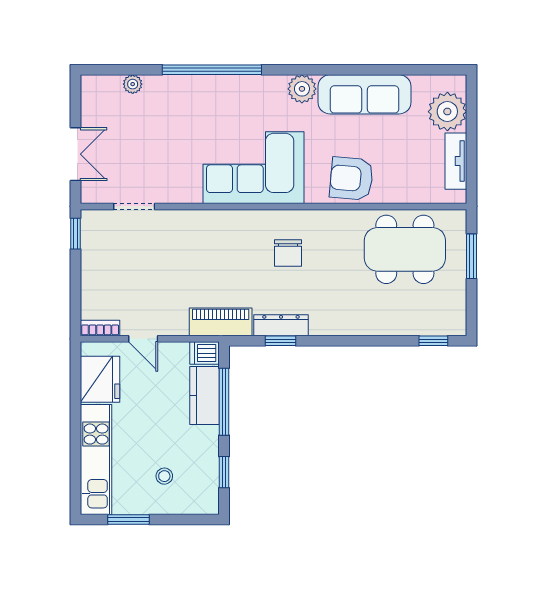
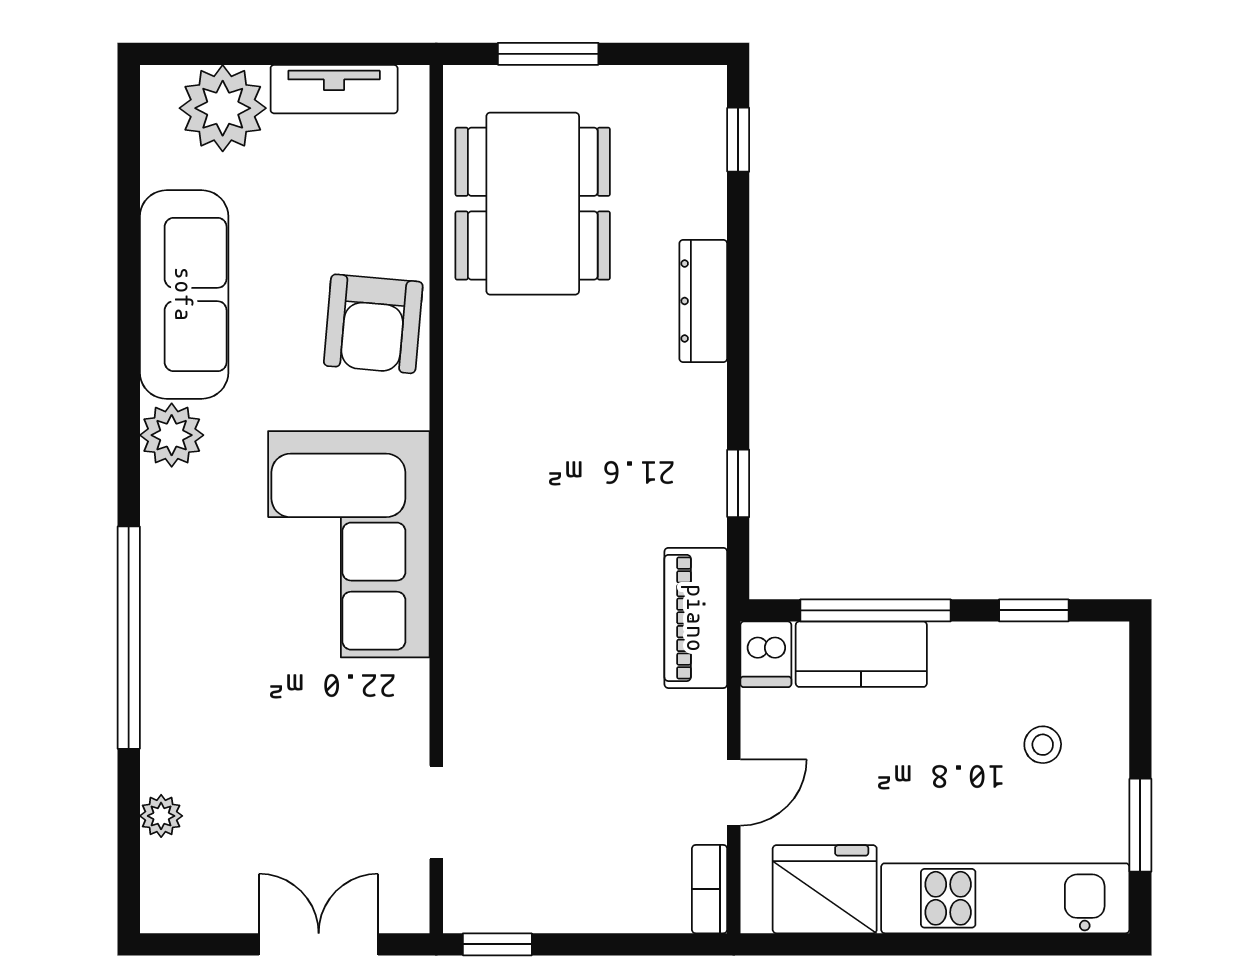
chair: (288, 253) -> (541, 466), removed
dresser: (281, 325) -> (703, 301), moved

